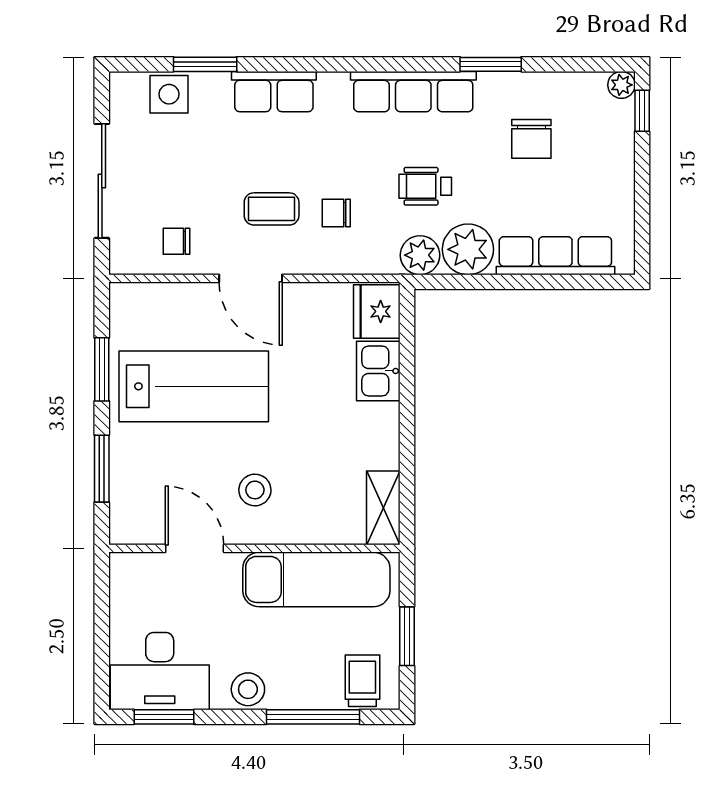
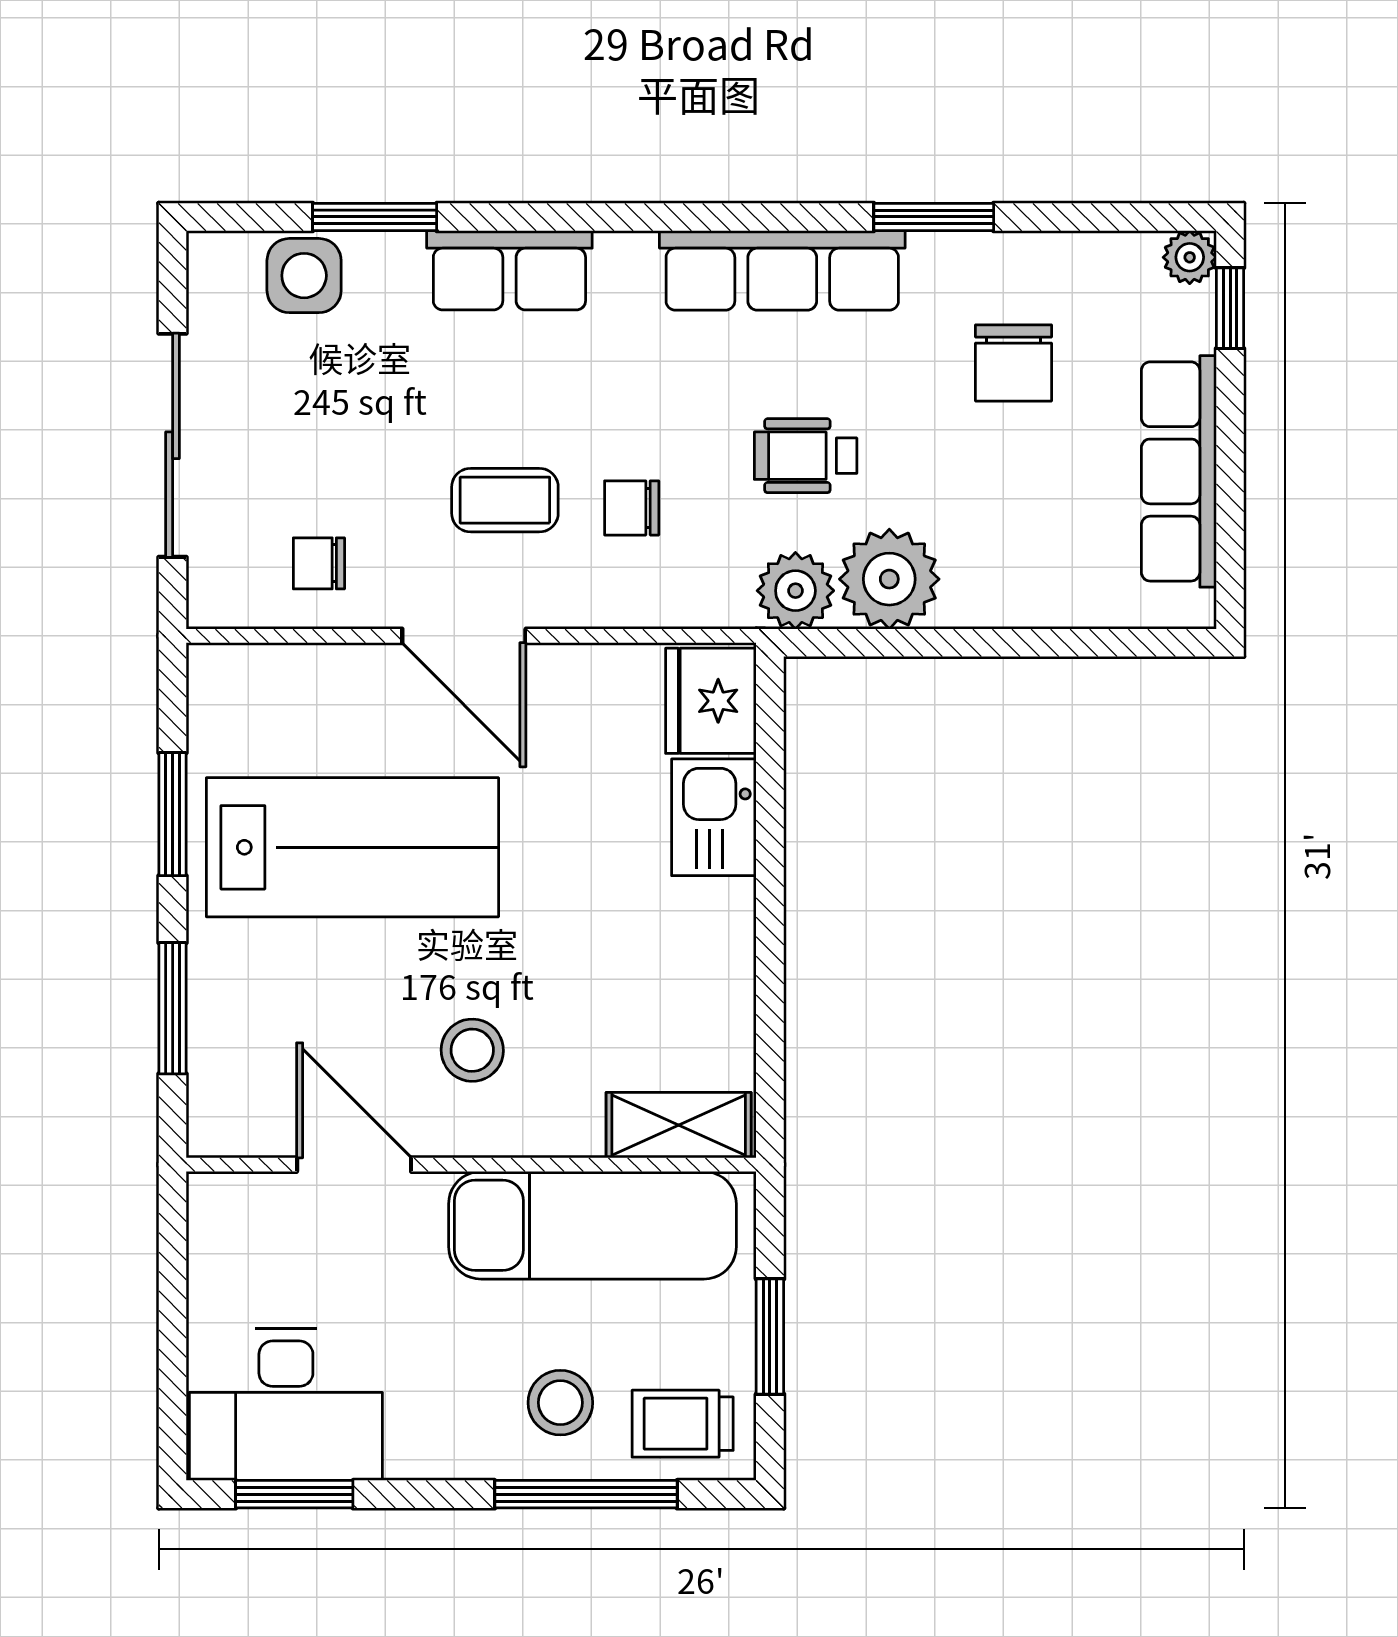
row of seats: (555, 256) -> (1179, 471), moved, turned -90
shelving: (383, 508) -> (679, 1125), moved, turned 90
trolley: (362, 681) -> (683, 1424), turned -90
stool: (248, 689) -> (560, 1403), moved

